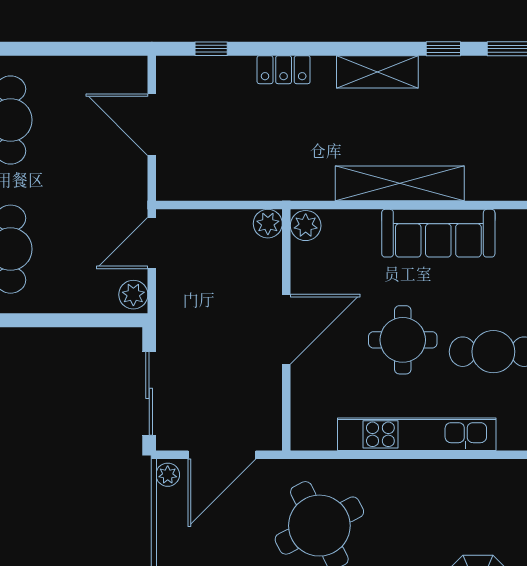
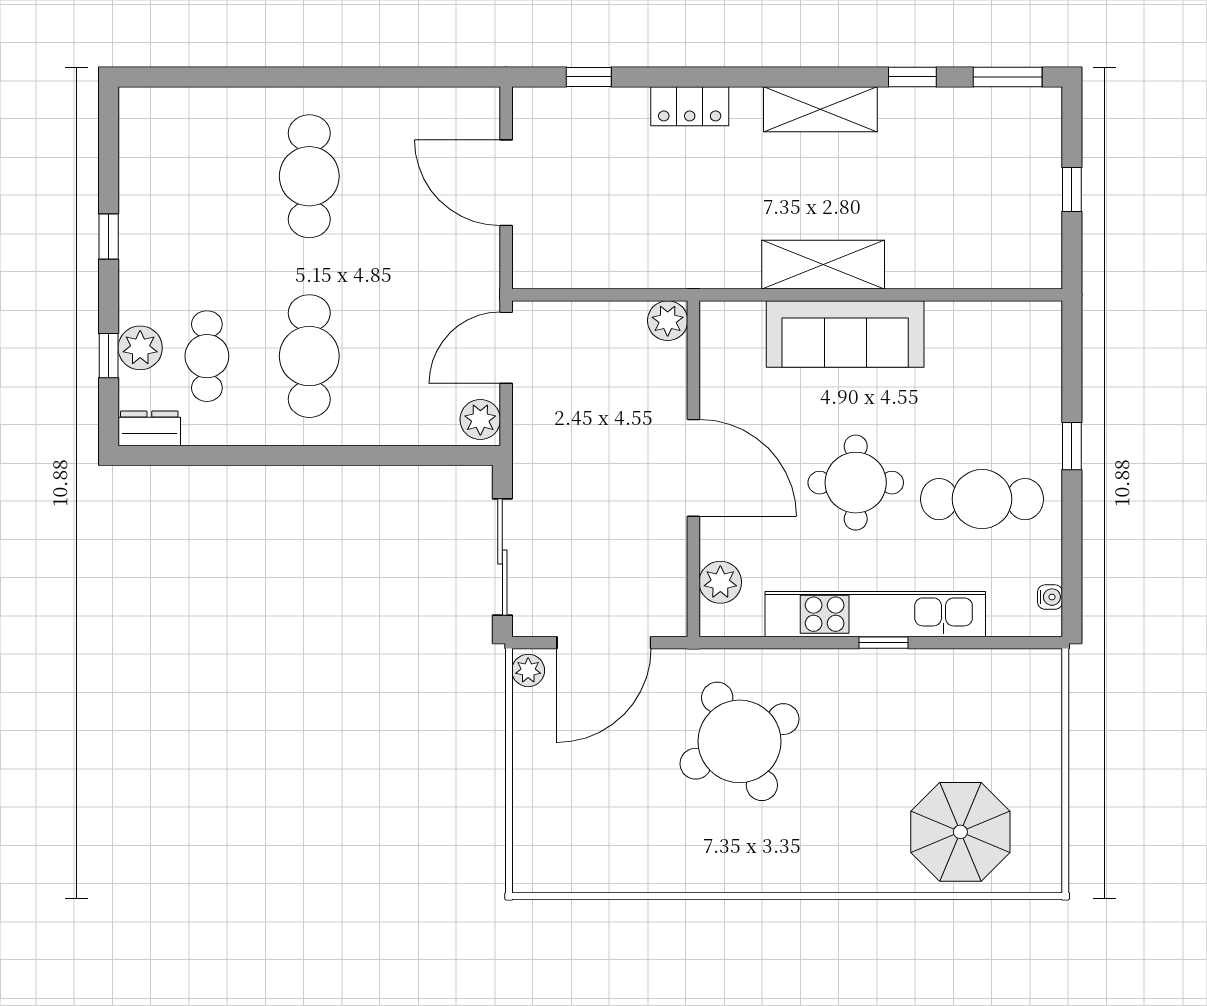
shelving: (400, 183) -> (823, 265), width x0.68
plant: (306, 226) -> (720, 582), moved
sofa: (438, 233) -> (845, 334), moved
door: (286, 329) -> (693, 468), hinge flipped
window: (423, 455) -> (883, 643), added

